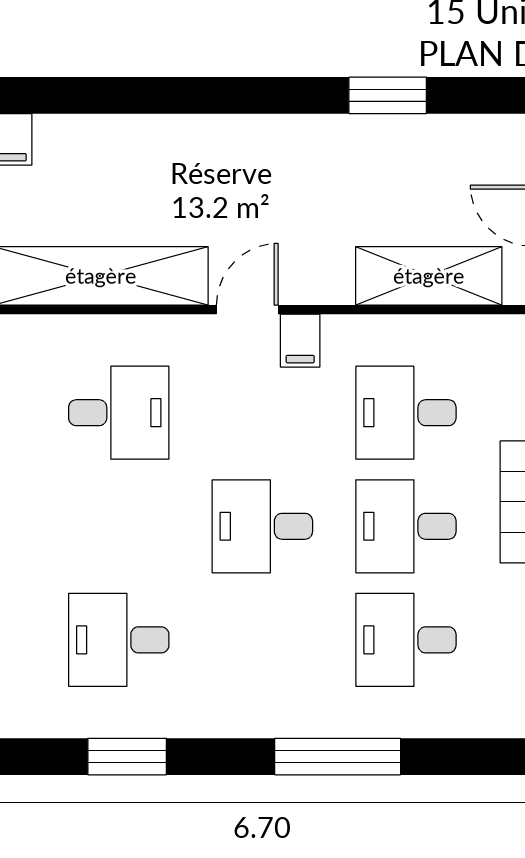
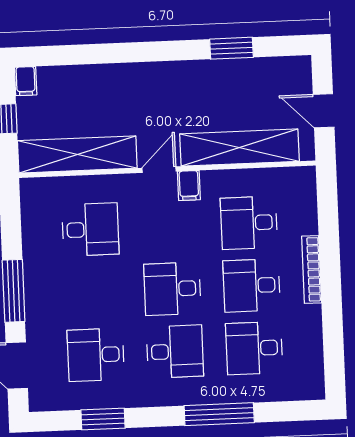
shelving: (429, 276) -> (240, 148), width x1.47
desk: (262, 640) -> (175, 351), added

